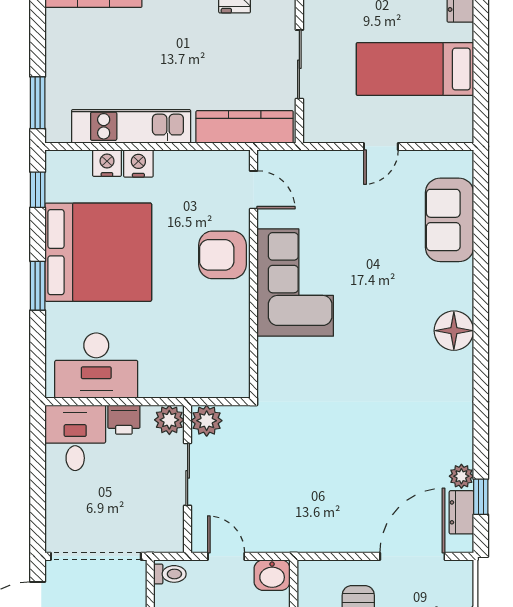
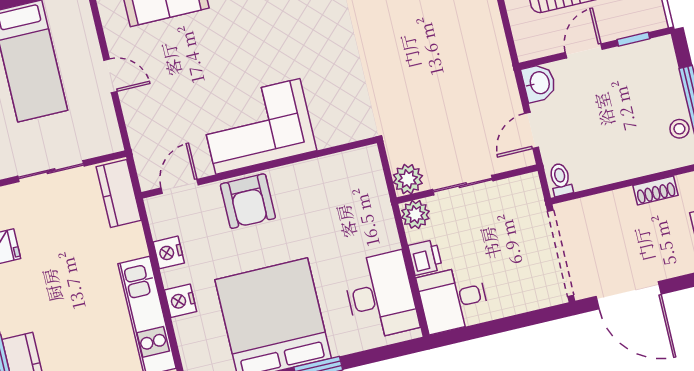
kitchen counter: (245, 127) -> (119, 193), width x0.67
nightstand: (107, 163) -> (169, 252), moved

